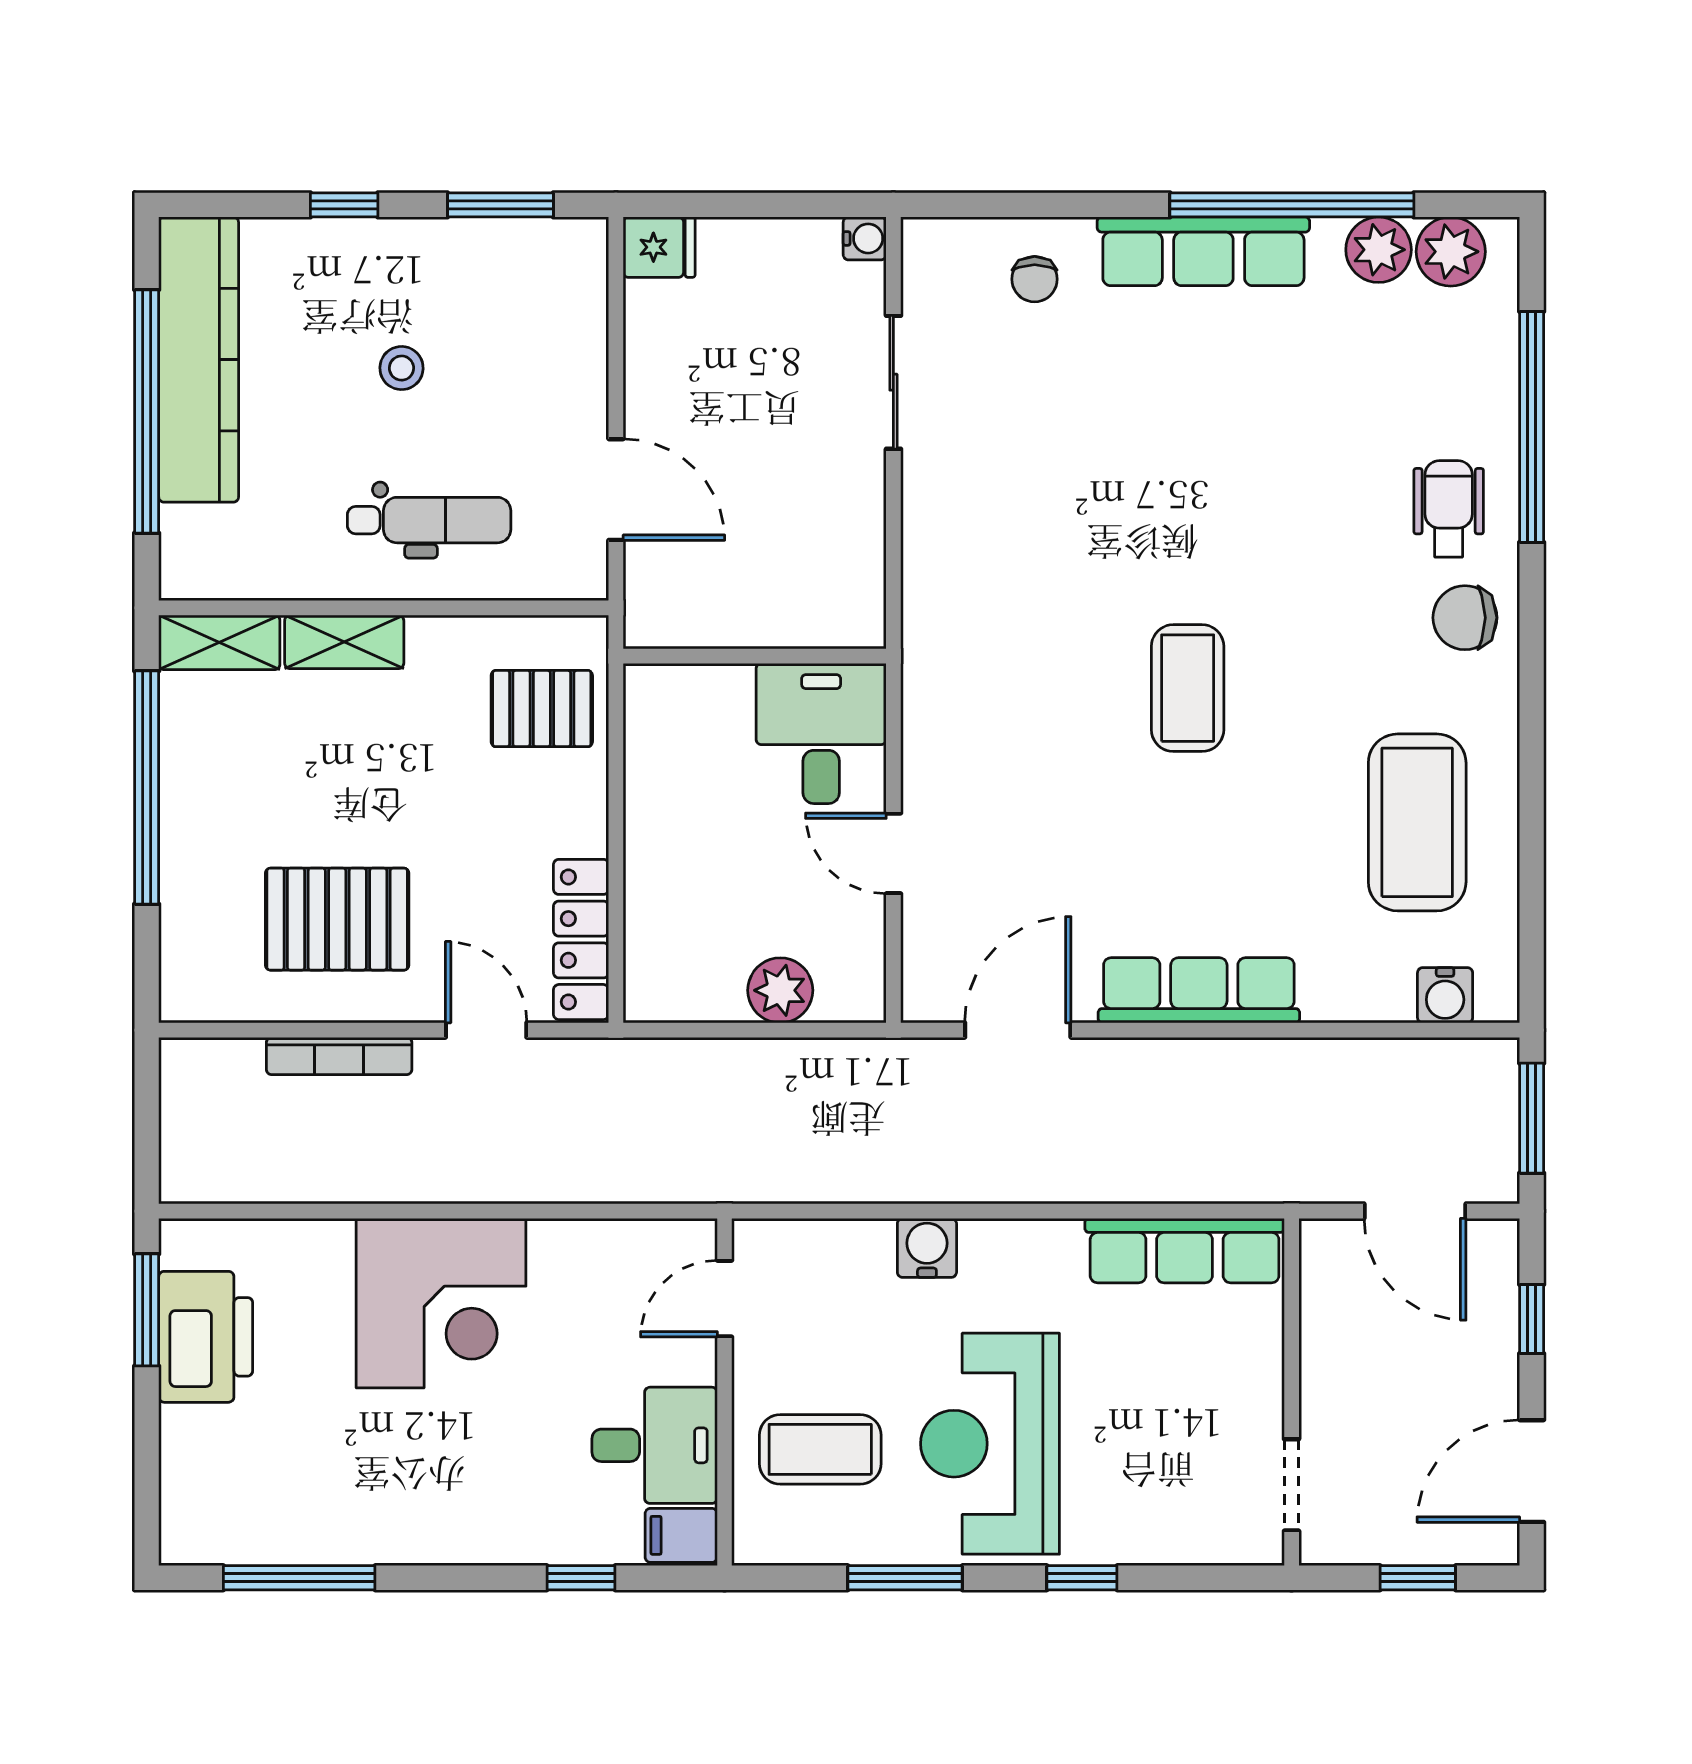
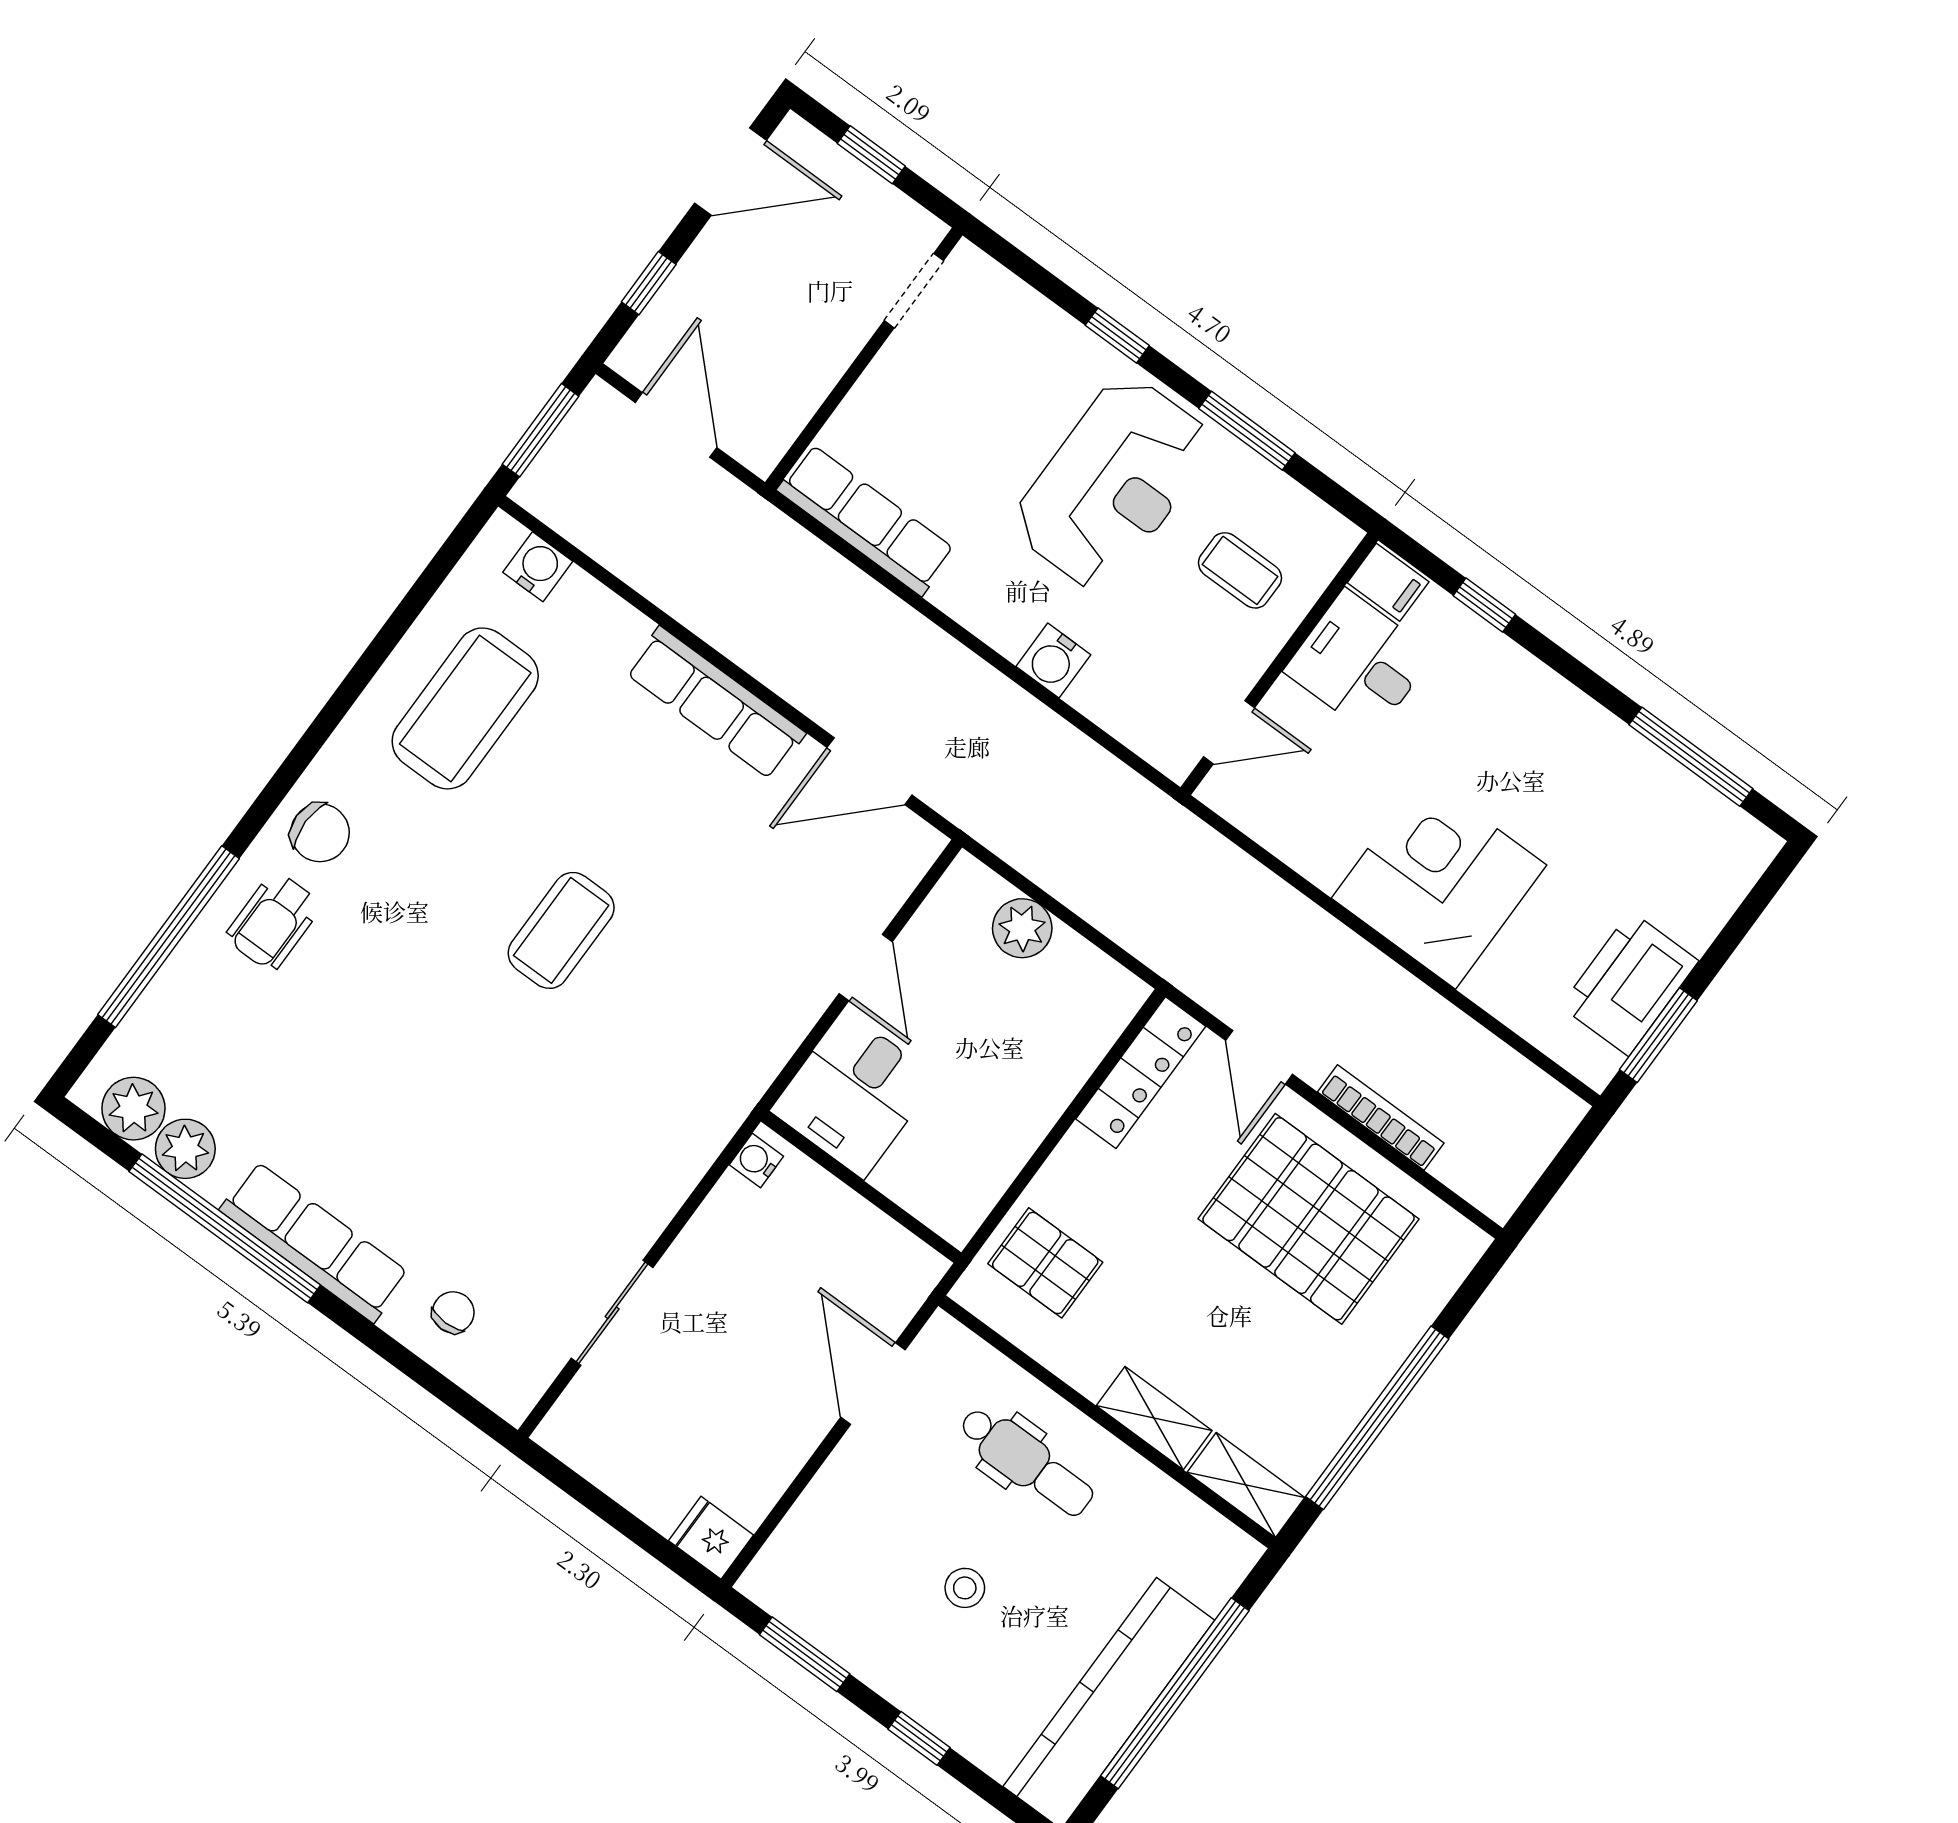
water cooler: (865, 238) -> (756, 1160), moved
dental chair: (429, 520) -> (1026, 1462), turned 180
pallet: (337, 919) -> (1308, 1219), width x1.37, depth x1.41
coffee table: (820, 1449) -> (1240, 570), width x0.73, depth x0.77

